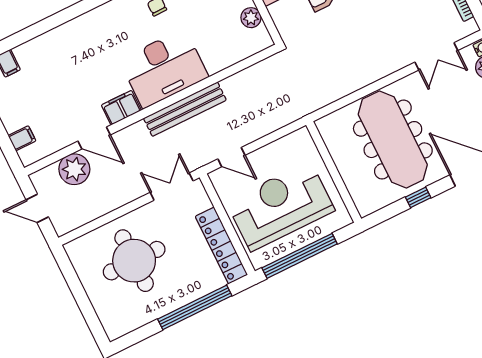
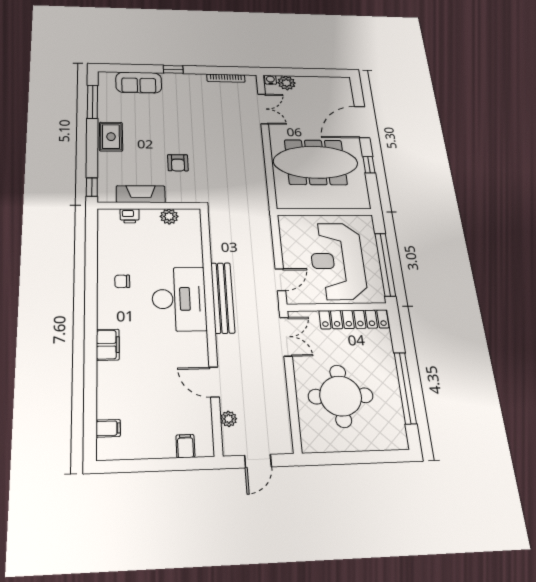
filing cabinet: (121, 108) -> (108, 345), moved, turned 180
door: (94, 138) -> (214, 382), swing flipped
plant: (74, 169) -> (229, 419), width x0.53, depth x0.53
double door: (172, 187) -> (286, 337), swing flipped
window: (195, 307) -> (405, 388), moved

